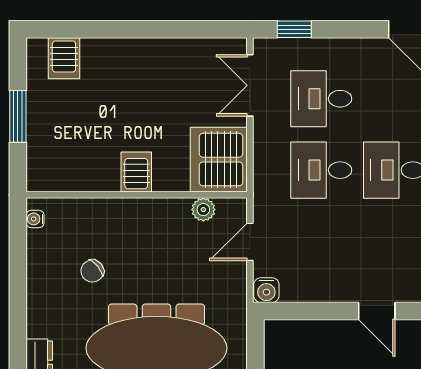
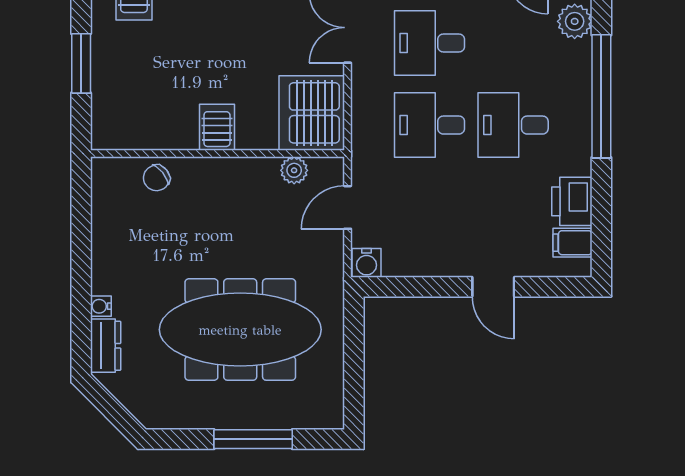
water cooler: (35, 219) -> (101, 306), moved
chair: (92, 271) -> (156, 178), moved

